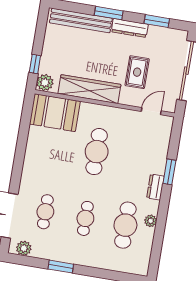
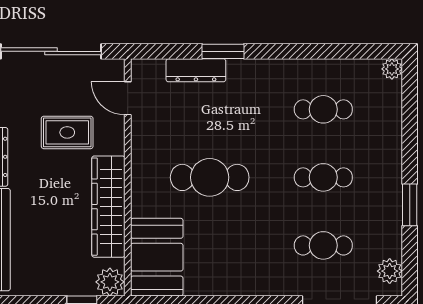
dresser: (155, 187) -> (196, 70), moved, width x1.44
plant: (151, 221) -> (392, 69), moved
cafe table: (125, 225) -> (323, 109), width x0.73, depth x0.74

